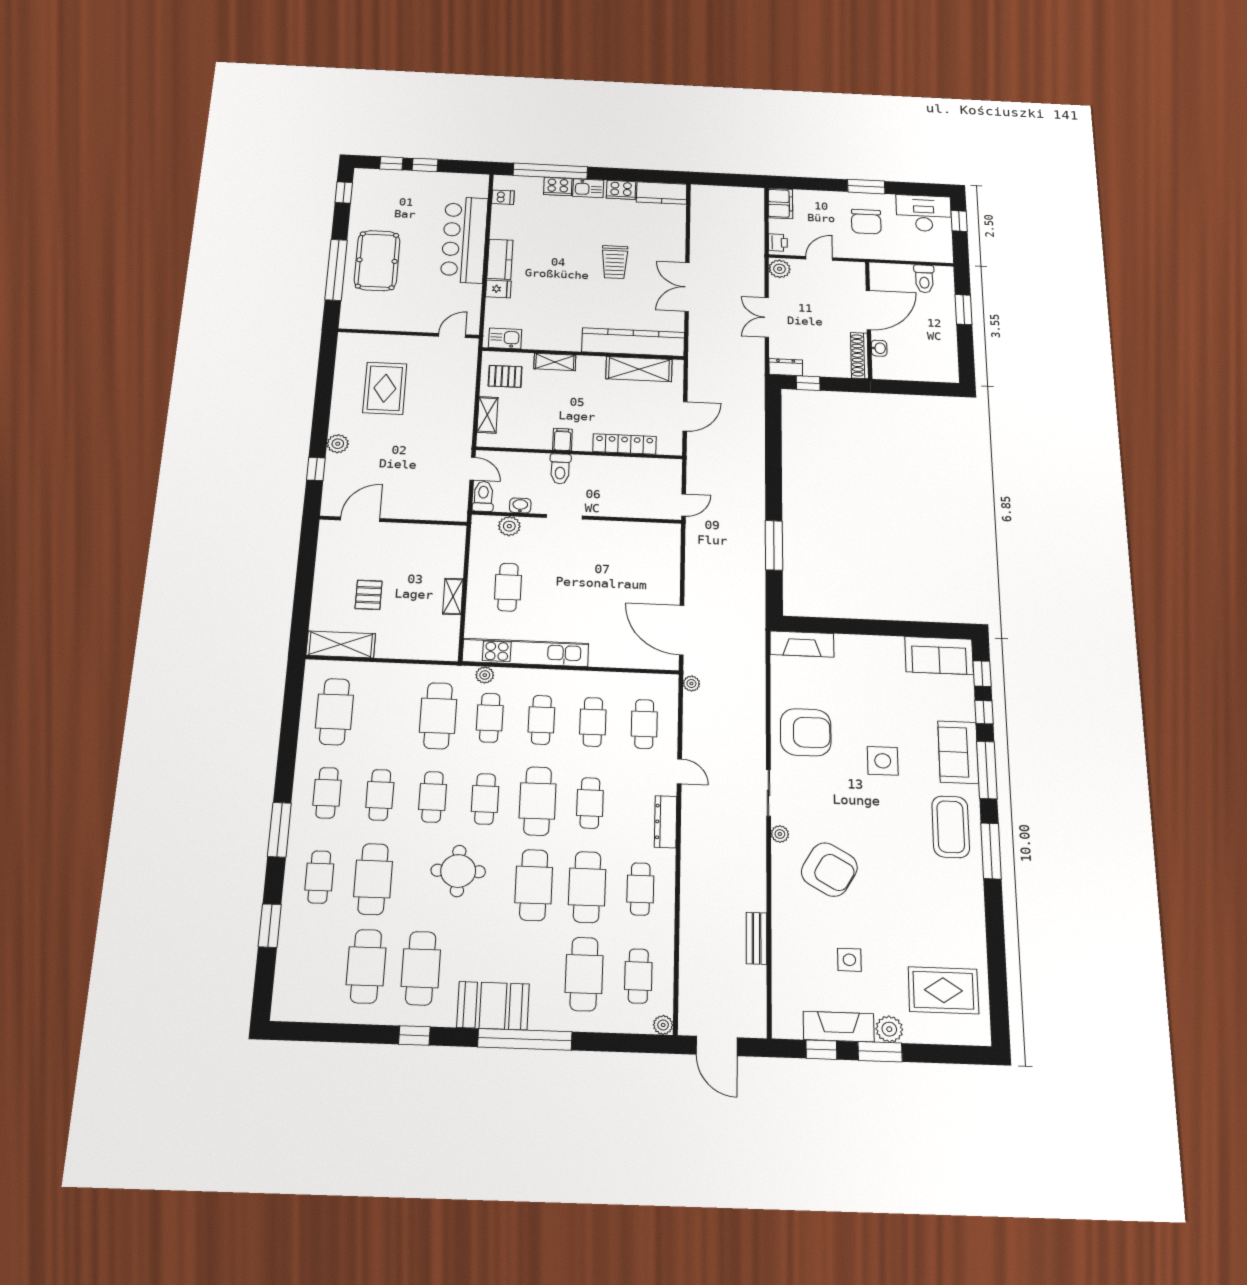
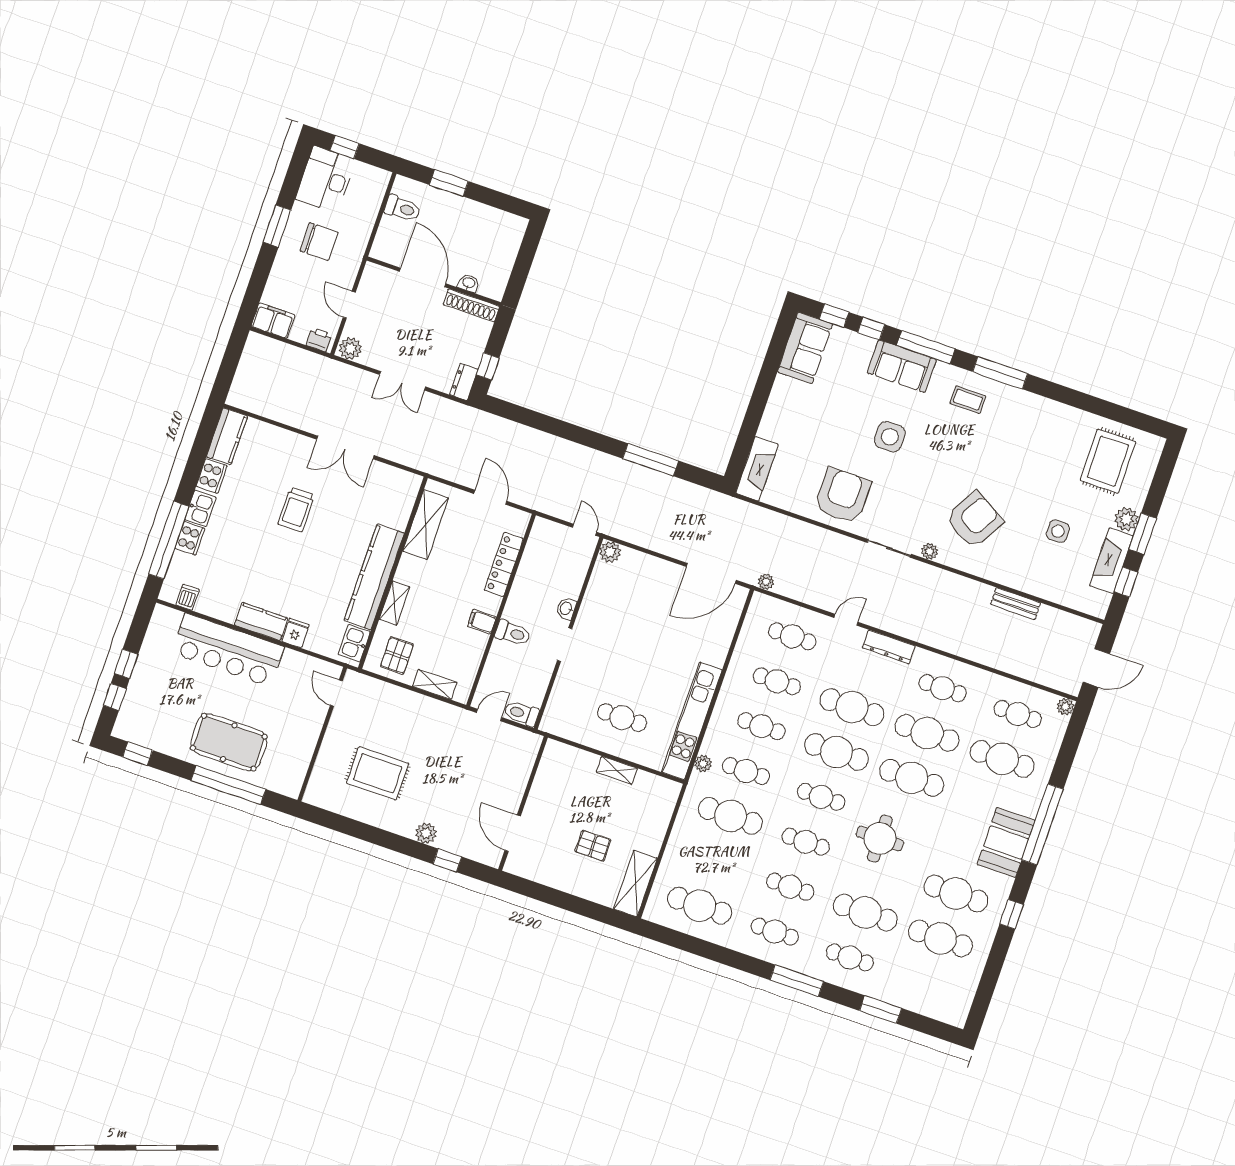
trolley: (615, 262) -> (296, 509), turned 90
kitchen counter: (633, 342) -> (374, 577), moved
washbasin: (520, 505) -> (566, 608), moved
plant: (509, 526) -> (610, 552), moved
cafe table: (590, 803) -> (852, 707), width x1.37, depth x1.35
coffee table: (951, 827) -> (968, 400), width x0.54, depth x0.58

